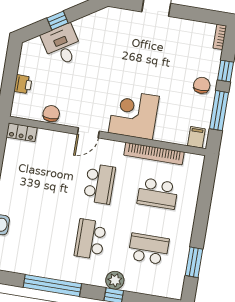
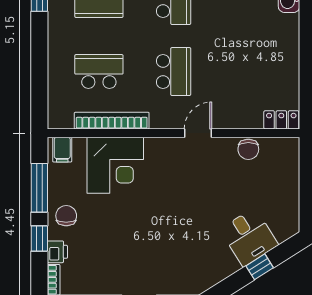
printer: (23, 84) -> (57, 252), moved, turned 180
chair: (202, 85) -> (66, 216), turned 180
corner desk: (134, 114) -> (115, 165), moved
school desk: (99, 184) -> (174, 72), turned 180

